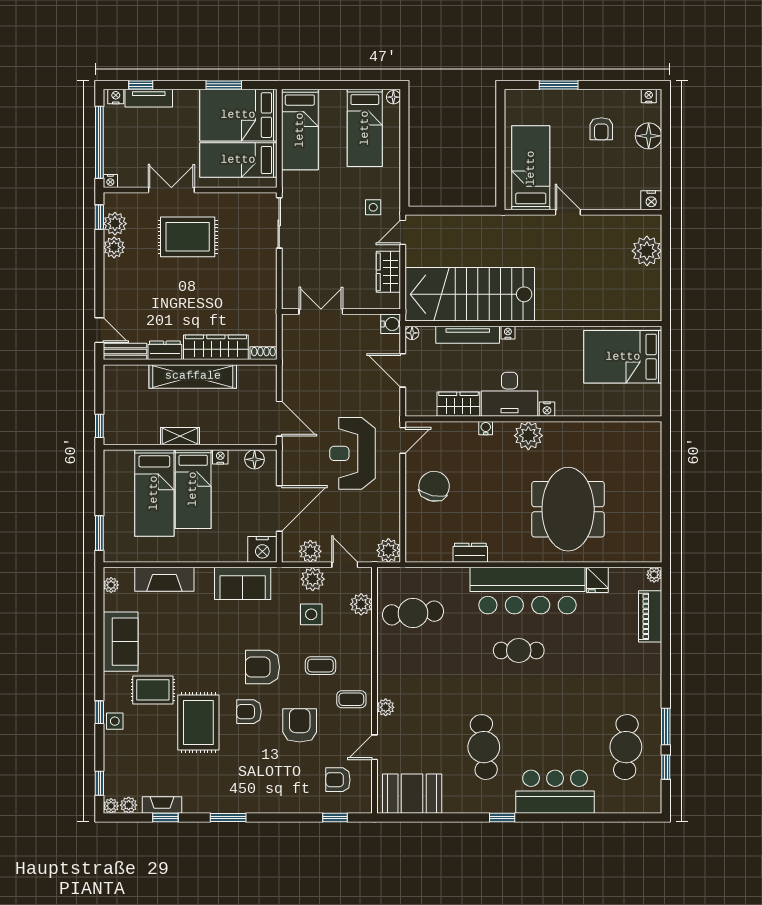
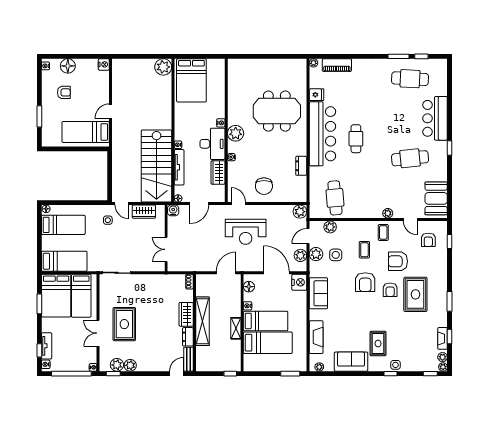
plant: (647, 251) -> (163, 67), moved
wardrobe: (216, 347) -> (186, 314), width x0.67
chair: (434, 486) -> (264, 186), turned -102
rug: (198, 722) -> (415, 294), moved, turned 90

